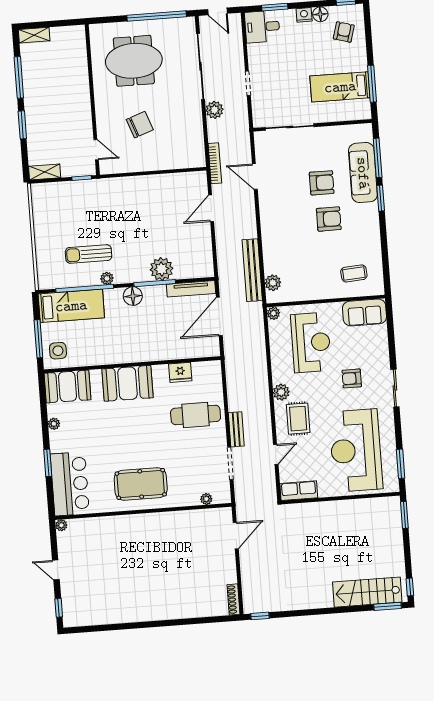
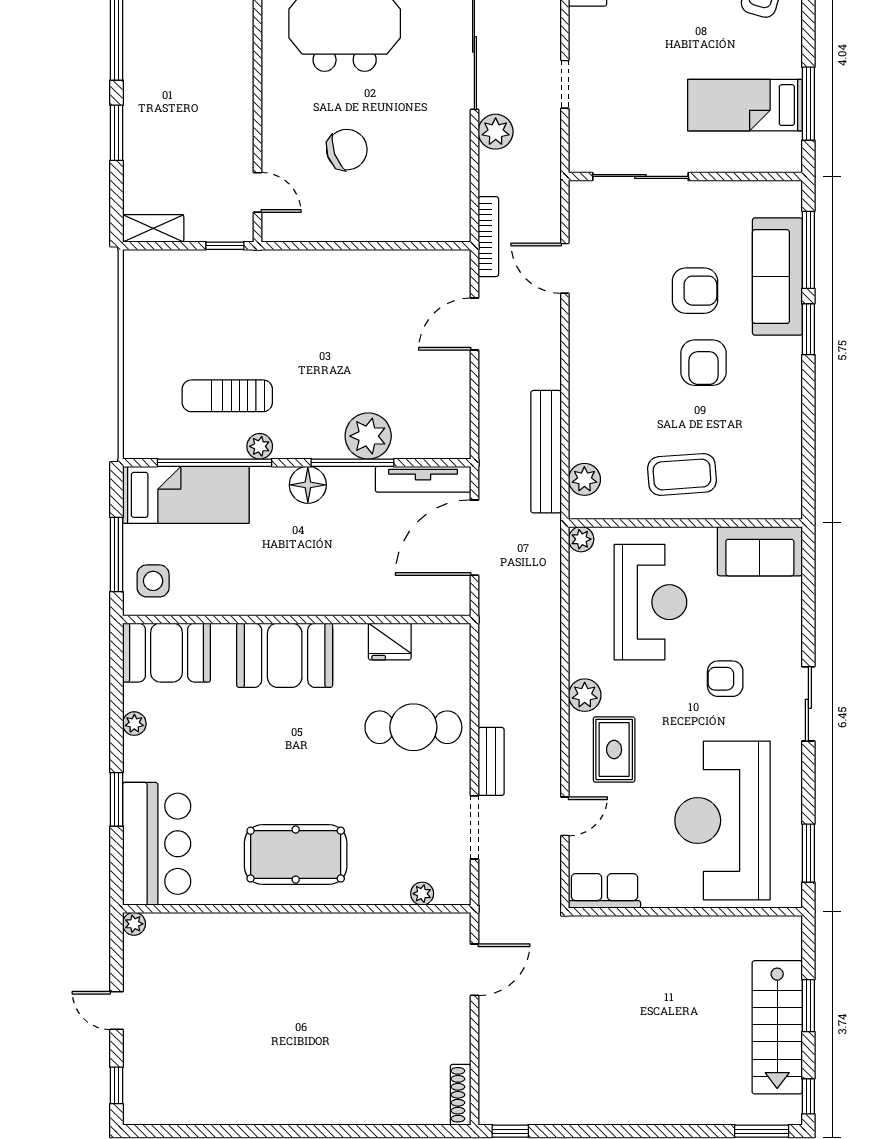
armchair: (329, 219) -> (704, 363), turned 90
coffee table: (354, 273) -> (682, 474), moved, width x1.36, depth x1.30
window: (404, 515) -> (808, 1006), moved
stairs: (367, 592) -> (777, 1027), moved, turned -90

